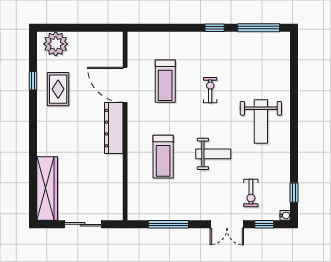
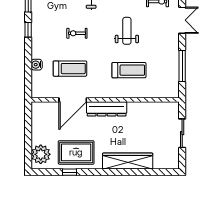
water cooler: (170, 39) -> (37, 65), added
rug: (58, 89) -> (76, 152), width x1.36, depth x1.43
wardrobe: (47, 189) -> (128, 161), moved

